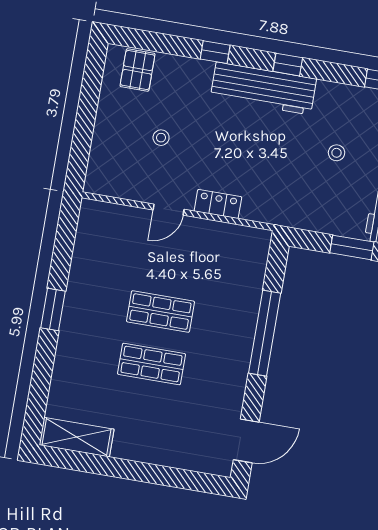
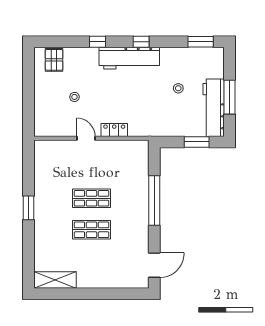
door: (169, 210) -> (86, 138), swing flipped

